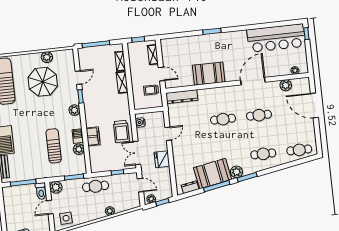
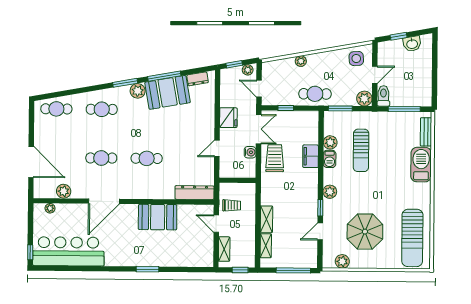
plant: (47, 57) -> (342, 261), moved
water cooler: (140, 122) -> (250, 152), moved

